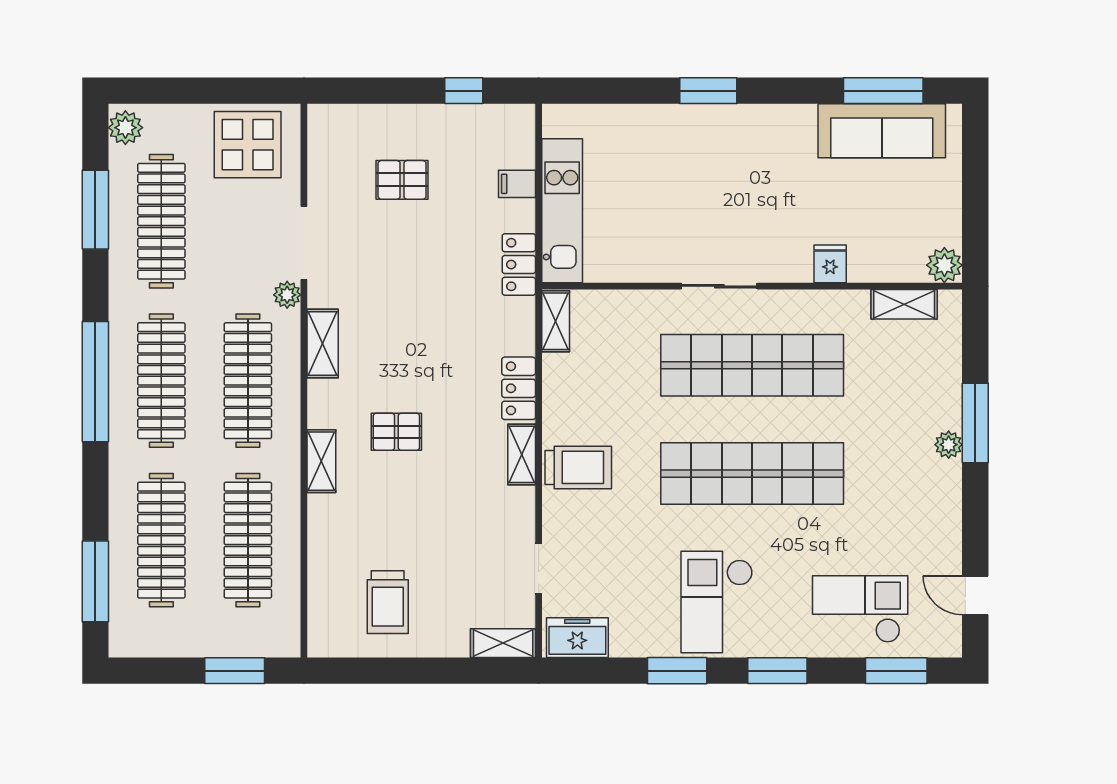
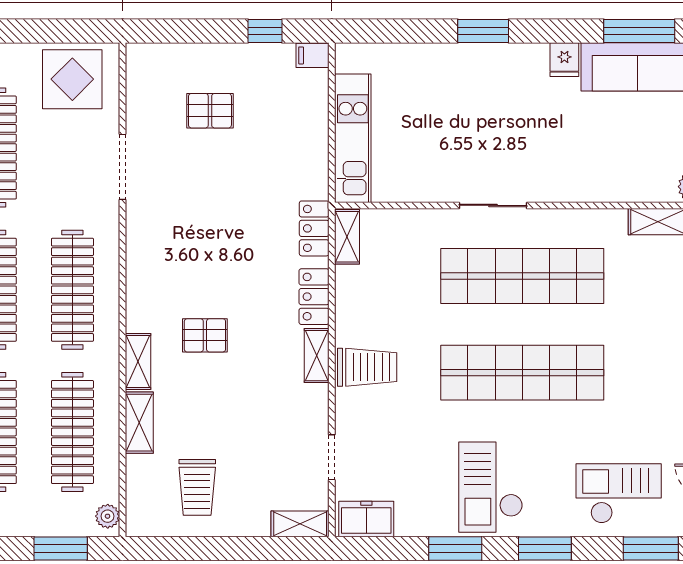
filing cabinet: (517, 184) -> (313, 55), moved
fridge: (830, 264) -> (564, 60), moved, turned 180
locker: (519, 265) -> (314, 228), moved
plant: (287, 295) -> (108, 516), moved
shelving: (323, 343) -> (139, 423), moved

